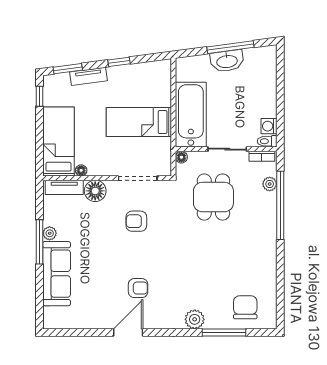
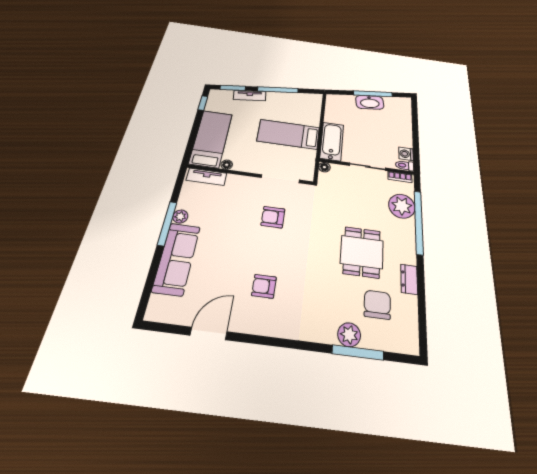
window: (119, 62) -> (278, 90), width x2.17
bathtub: (191, 115) -> (332, 141), width x0.73, depth x0.73
plant: (270, 184) -> (402, 206), width x1.87, depth x1.87
floor lamp: (95, 191) -> (237, 184), removed
dining table: (213, 197) -> (362, 252), moved
dresser: (269, 264) -> (409, 279), added
armchair: (138, 288) -> (264, 286), turned 180
chair: (245, 307) -> (377, 305), moved
plant: (195, 319) -> (349, 335), moved
door: (128, 332) -> (209, 333), moved

